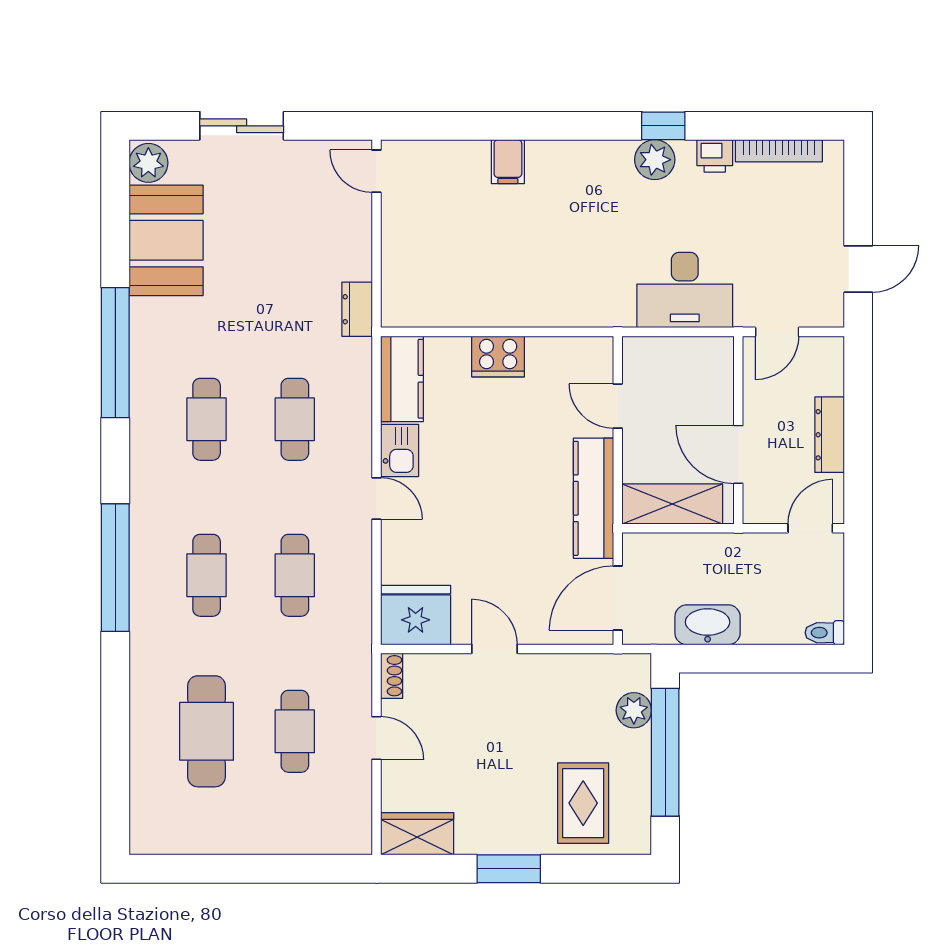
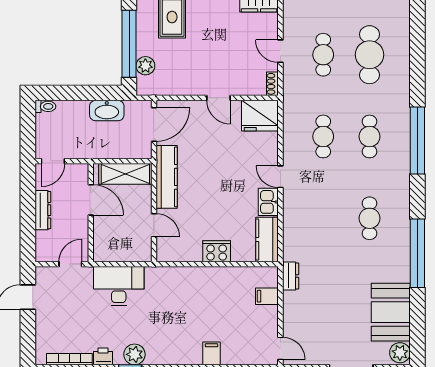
filing cabinet: (402, 271) -> (267, 296), added
cafe table: (295, 419) -> (323, 218), removed

